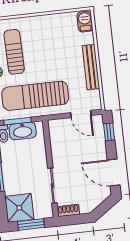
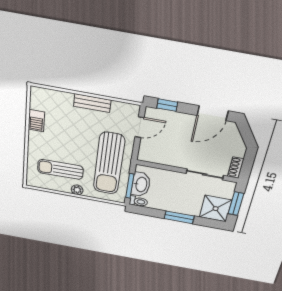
barbecue: (85, 22) -> (36, 121), moved, turned -90
bench: (91, 67) -> (92, 103), width x0.73

